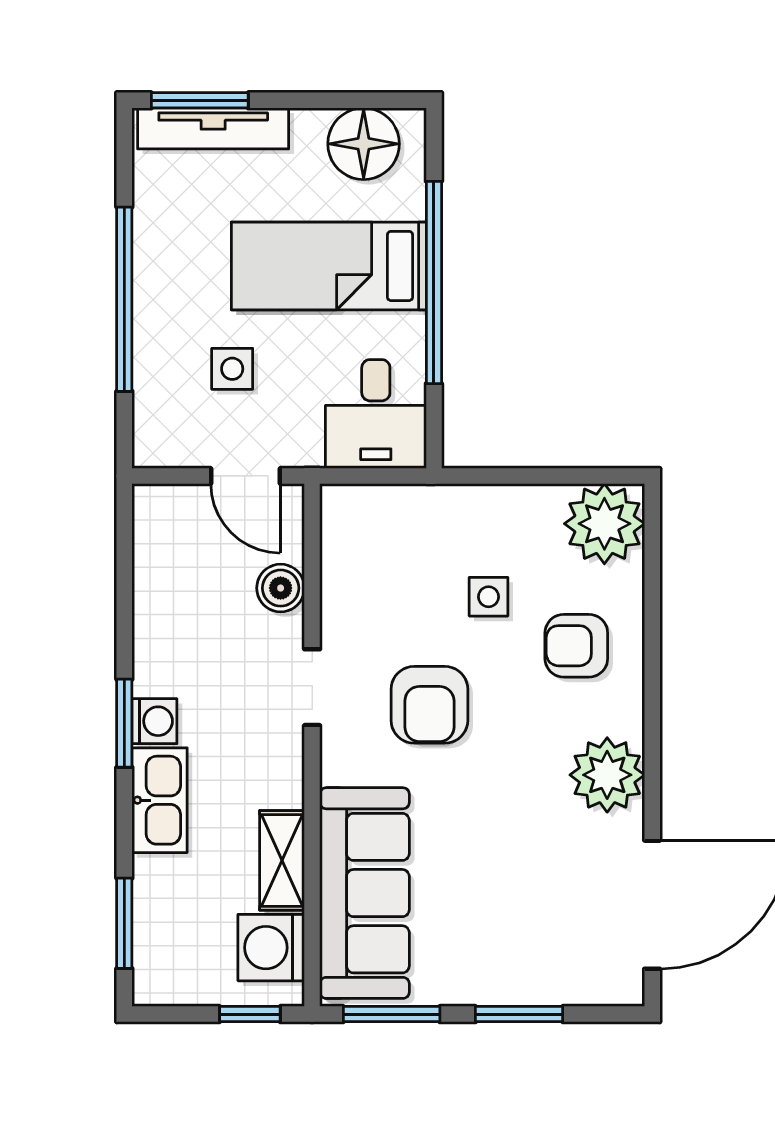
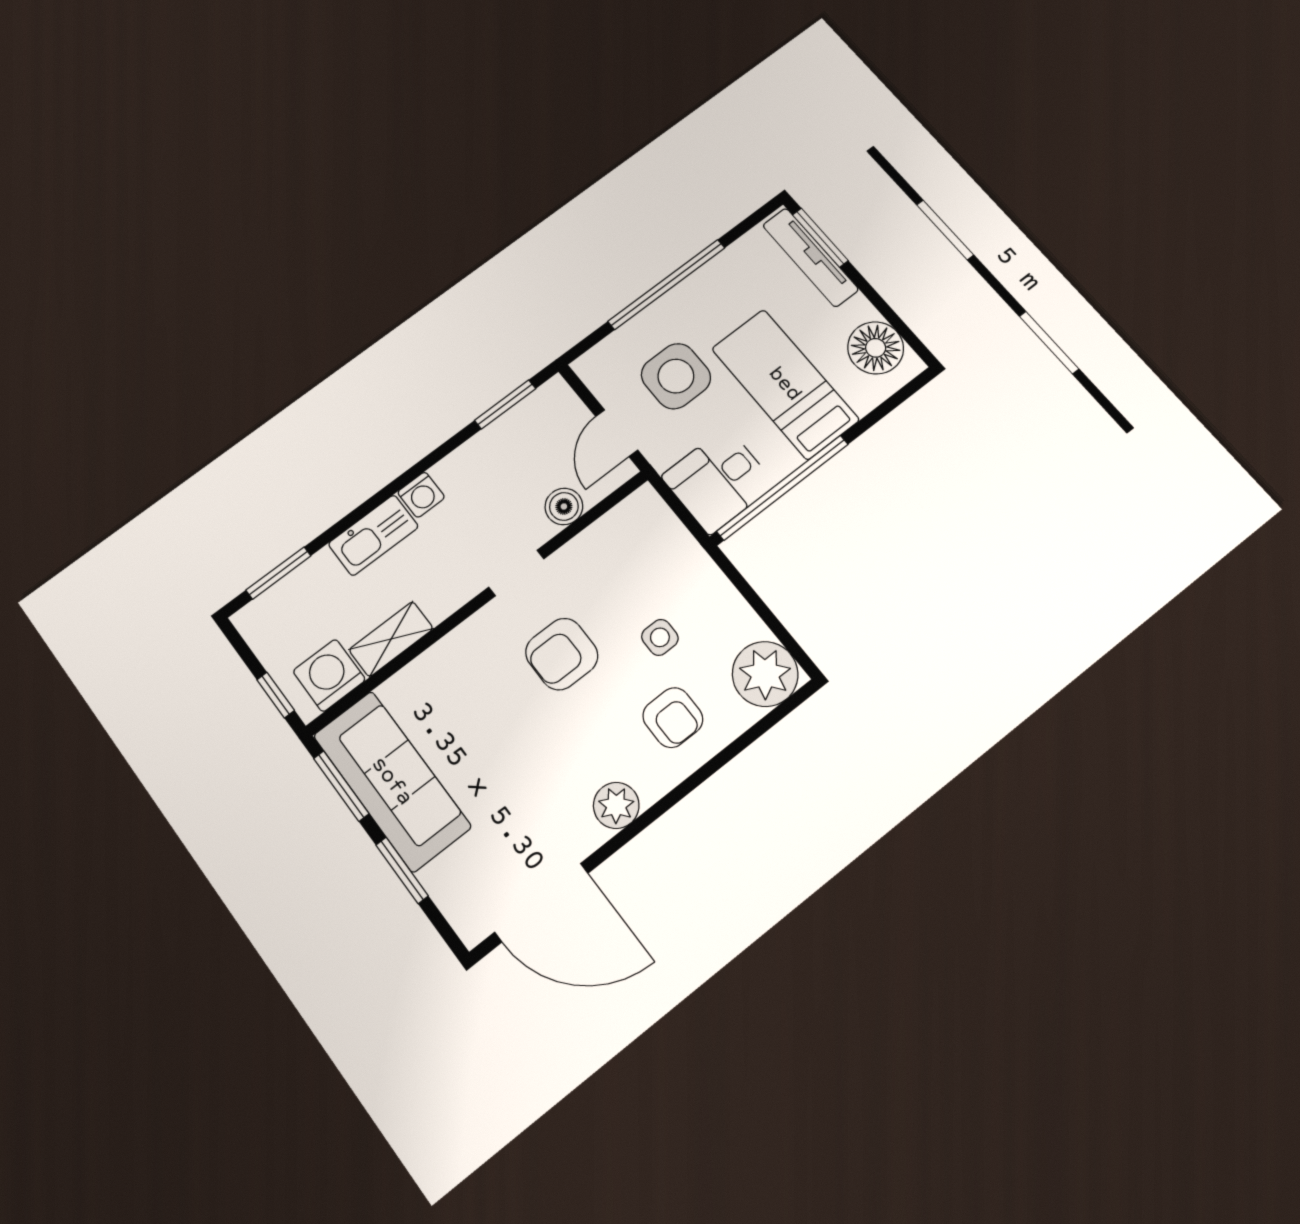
window: (434, 282) -> (783, 488), moved
side table: (232, 369) -> (676, 376), width x1.87, depth x1.87
armchair: (576, 646) -> (673, 718), turned 180
window: (124, 723) -> (505, 404), moved
plant: (607, 775) -> (616, 805), width x0.73, depth x0.73
sofa: (364, 893) -> (392, 781), moved, turned -90

